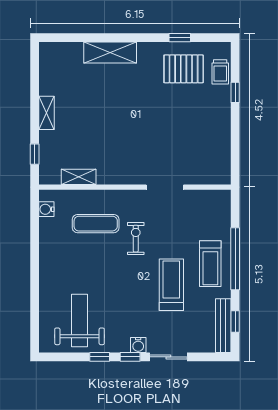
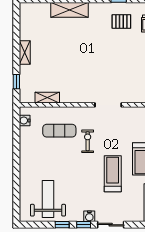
pallet: (184, 69) -> (121, 21), width x0.67, depth x0.71

